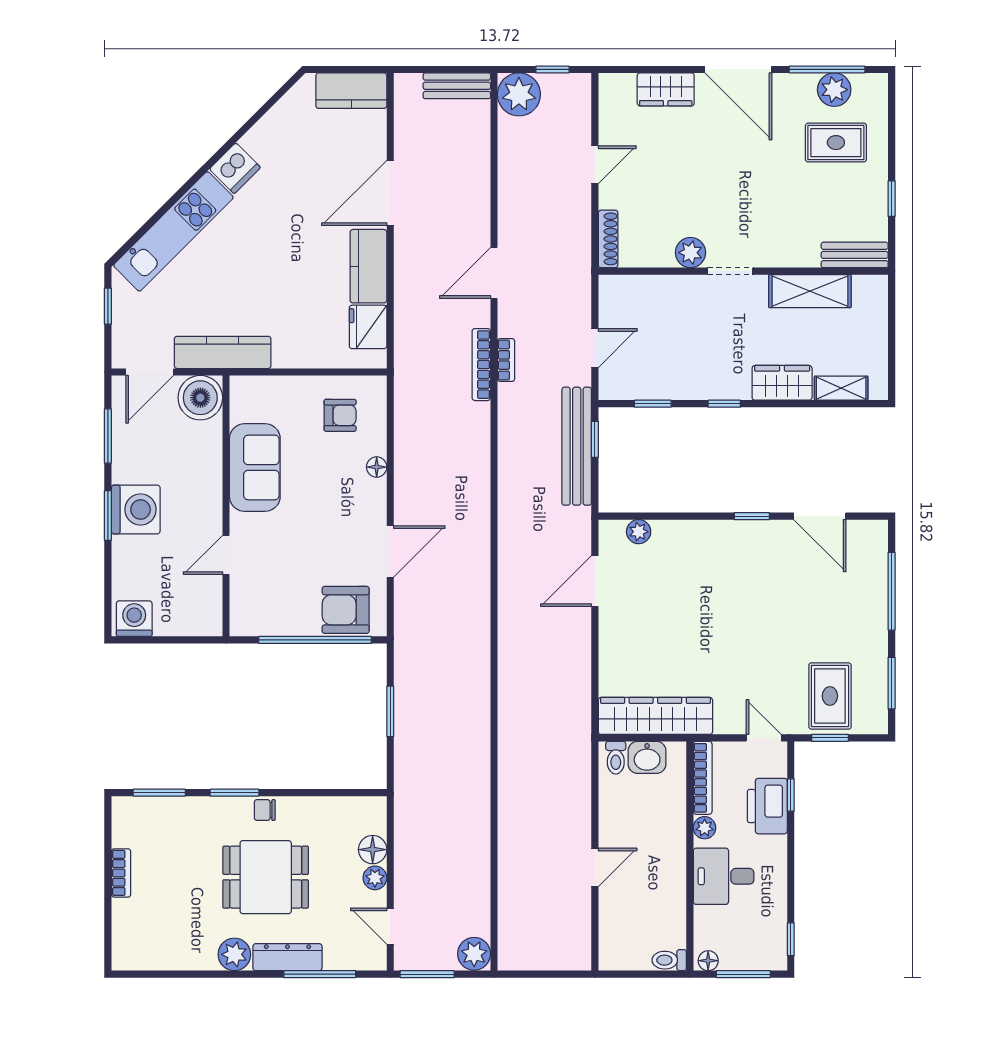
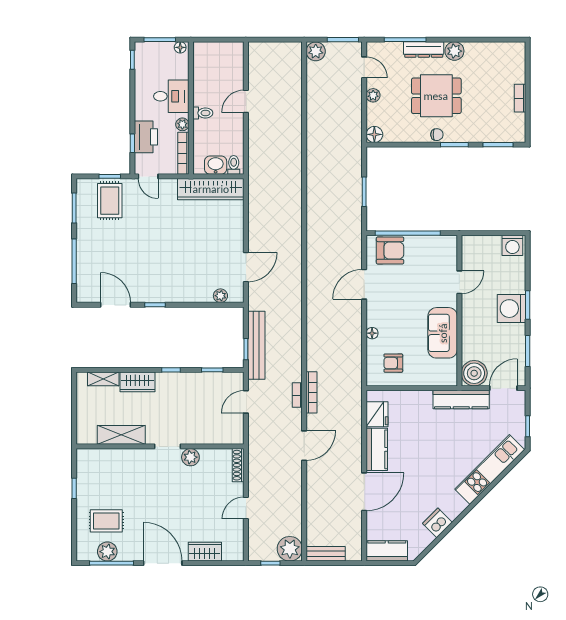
dishwasher: (235, 168) -> (437, 523), moved
bench: (855, 255) -> (95, 456), removed
floor lamp: (373, 850) -> (374, 134), moved
toilet: (669, 960) -> (203, 113), moved

